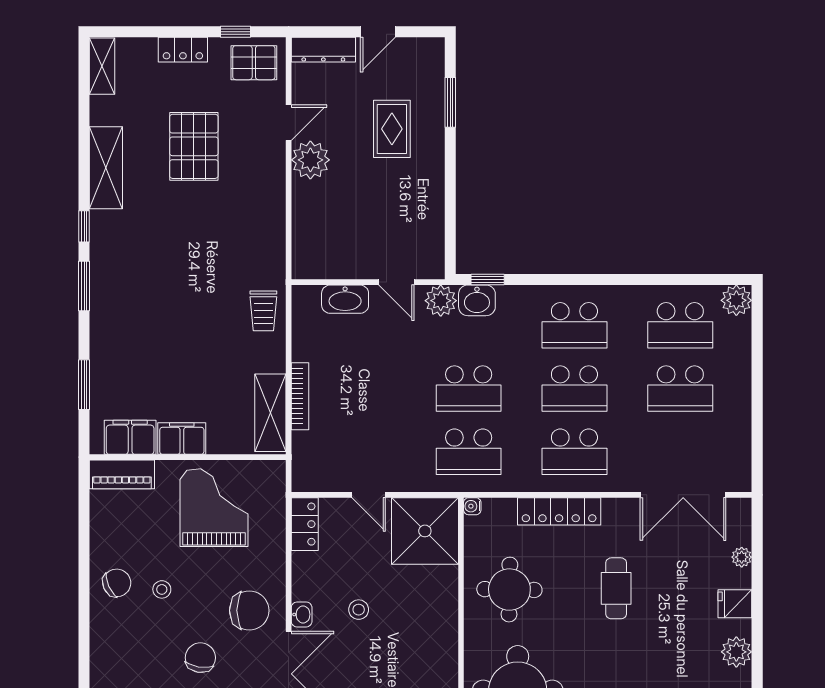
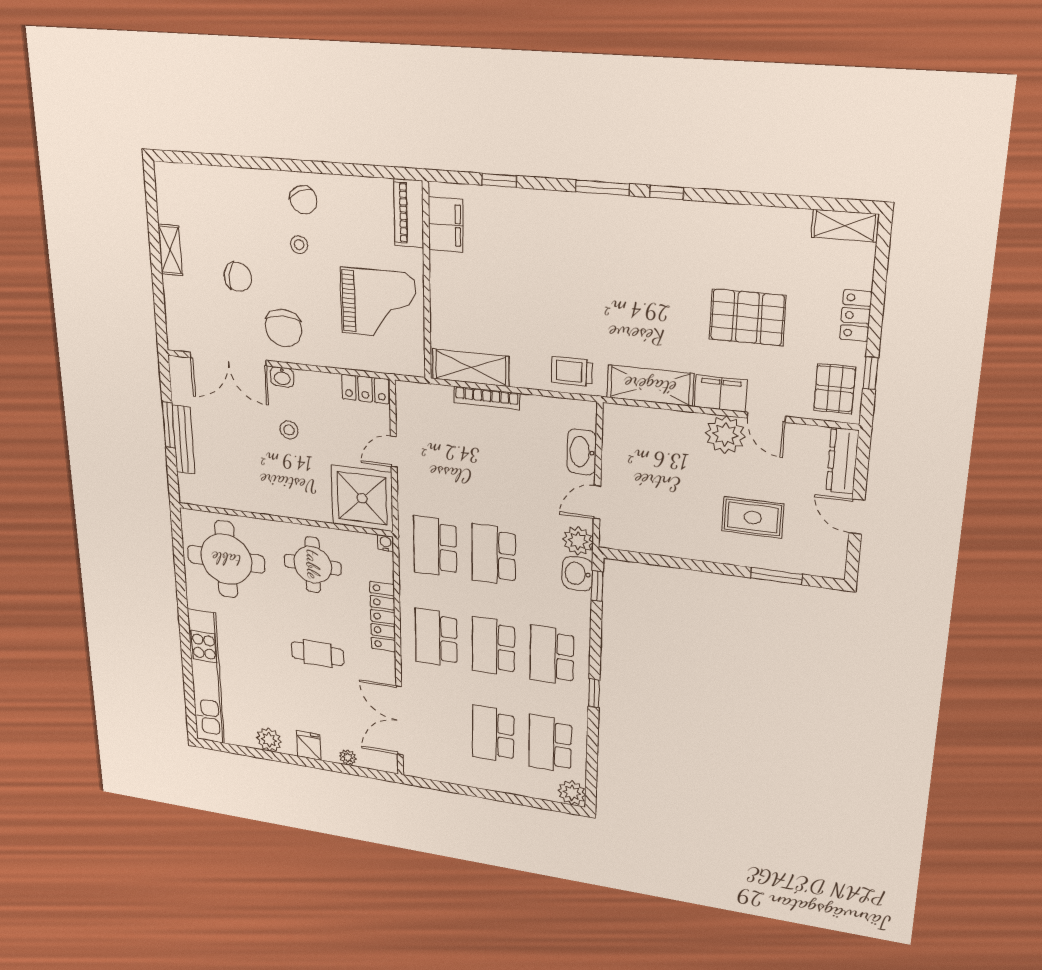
shelving: (106, 168) -> (650, 386), moved
window: (611, 279) -> (594, 693), added
window: (84, 385) -> (499, 180), width x0.67
filing cabinet: (182, 439) -> (721, 394), moved, turned -90

